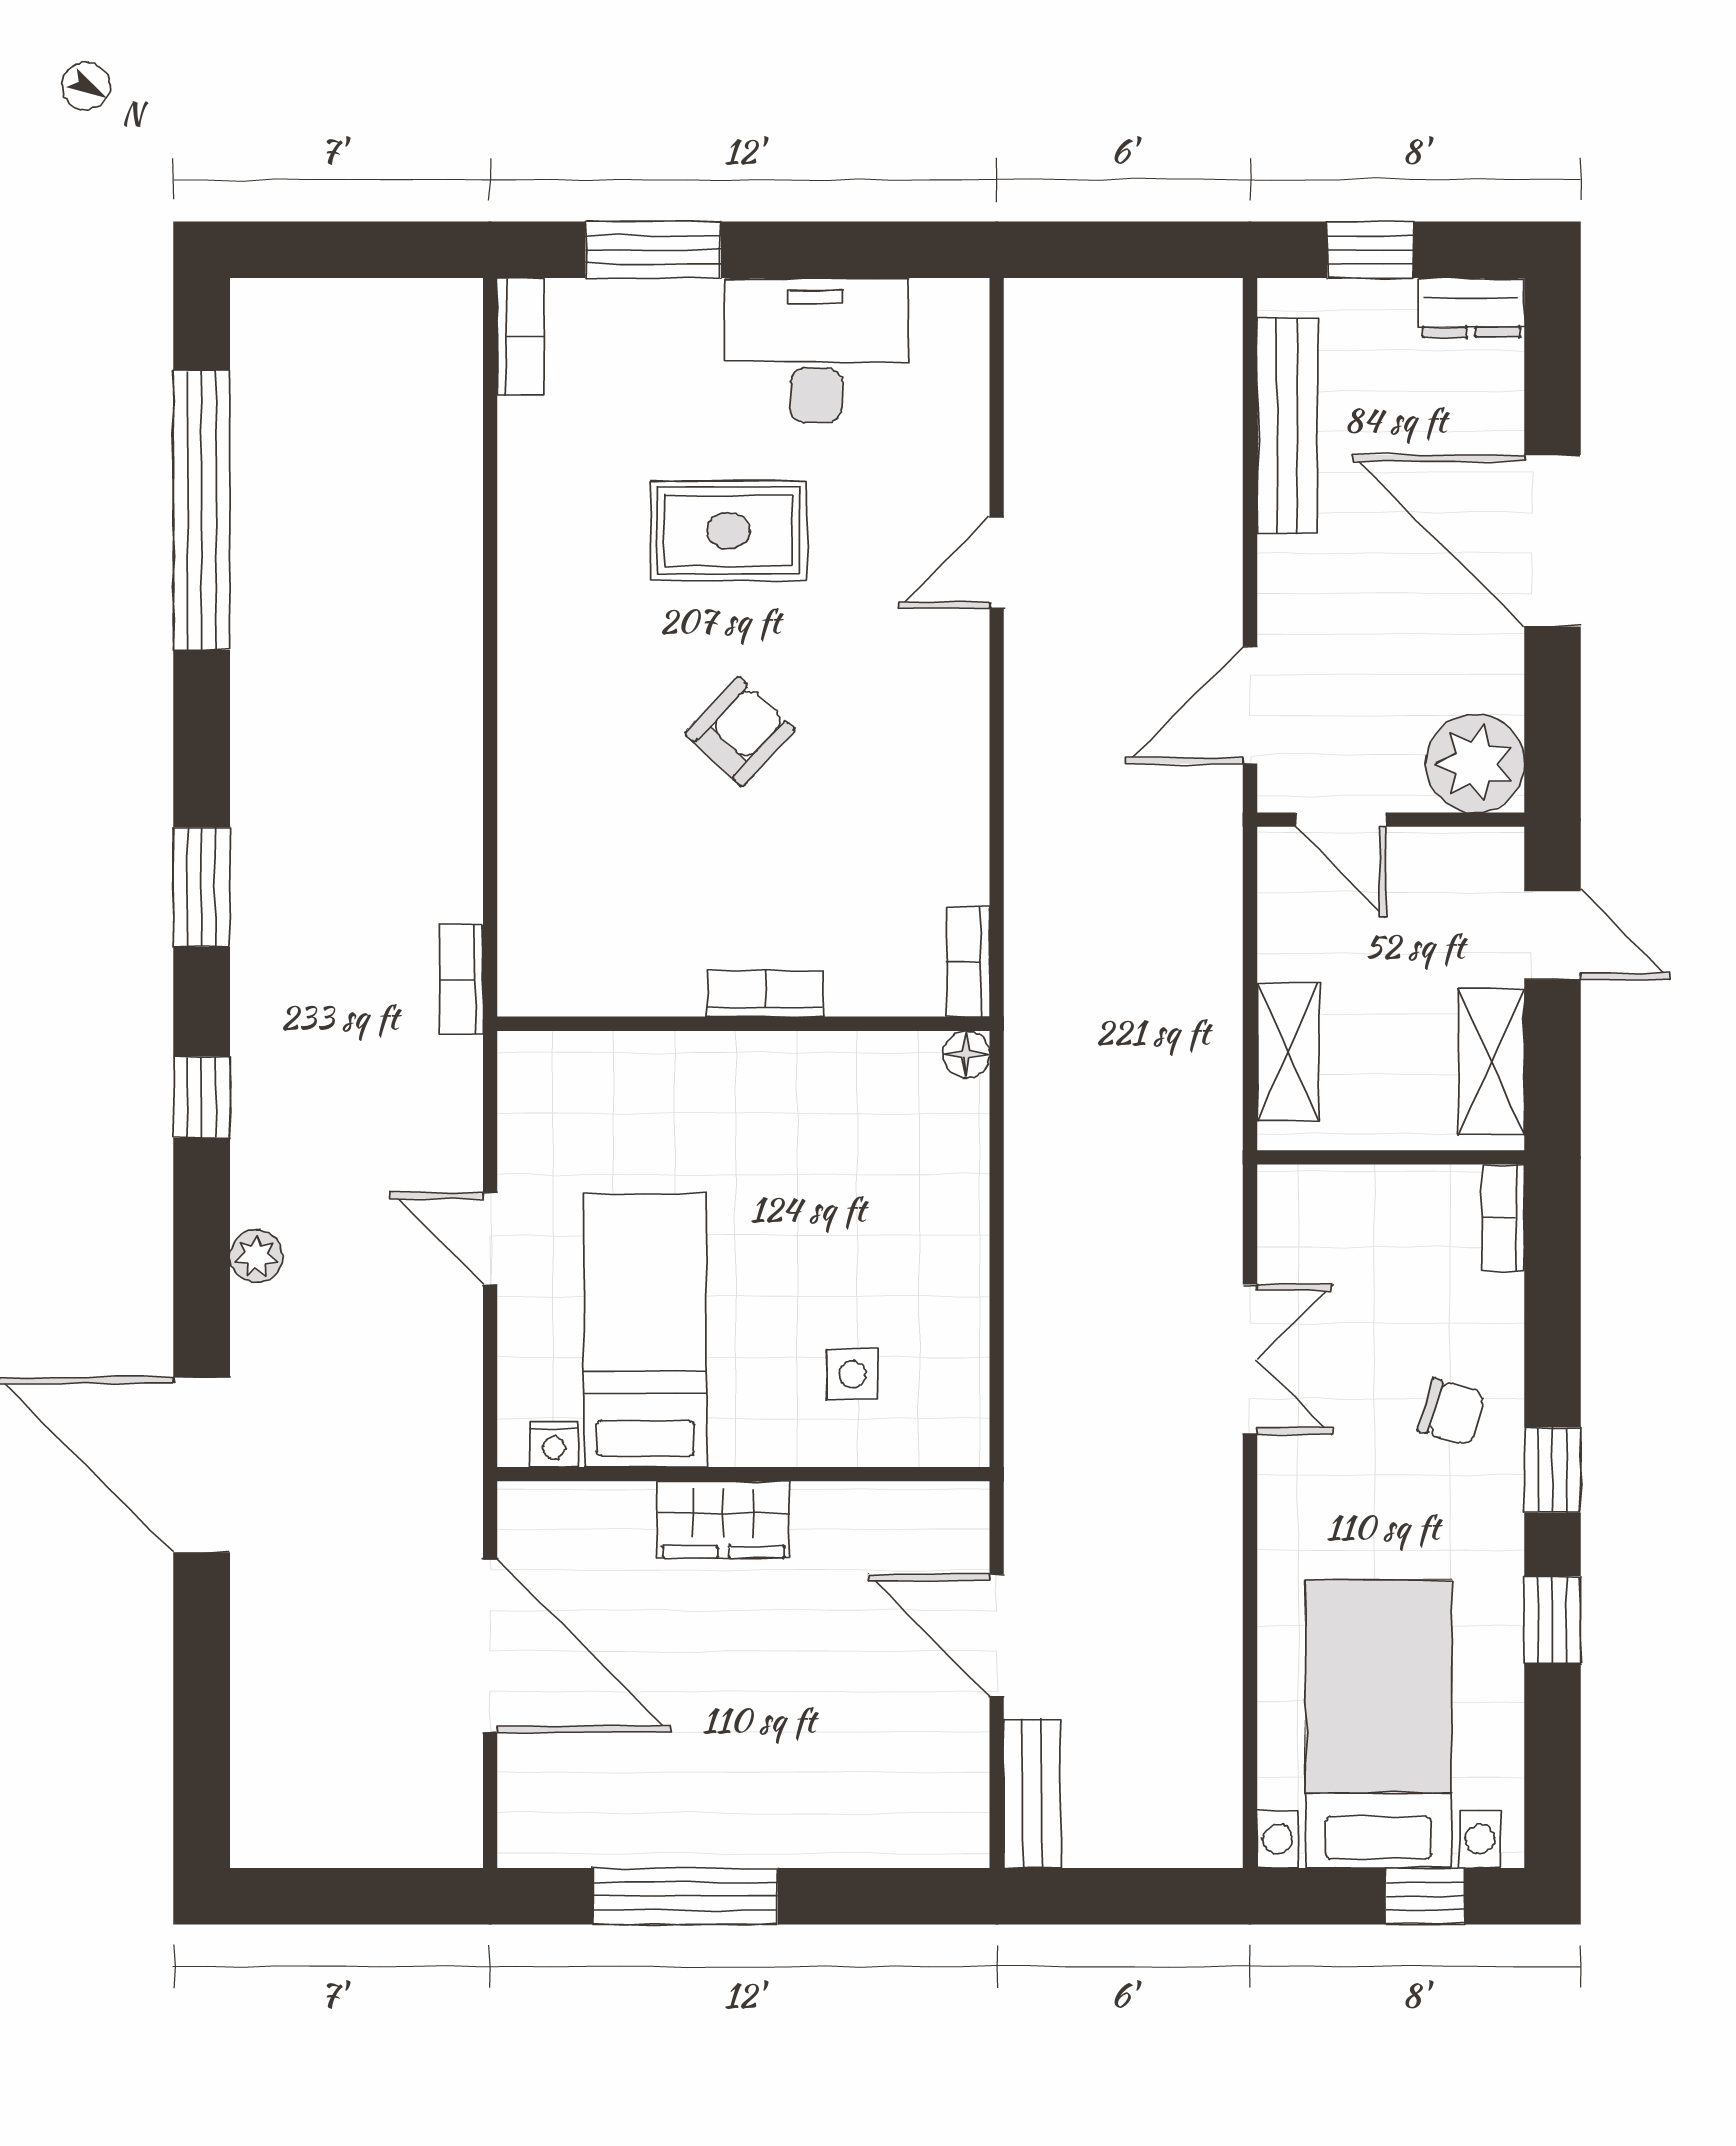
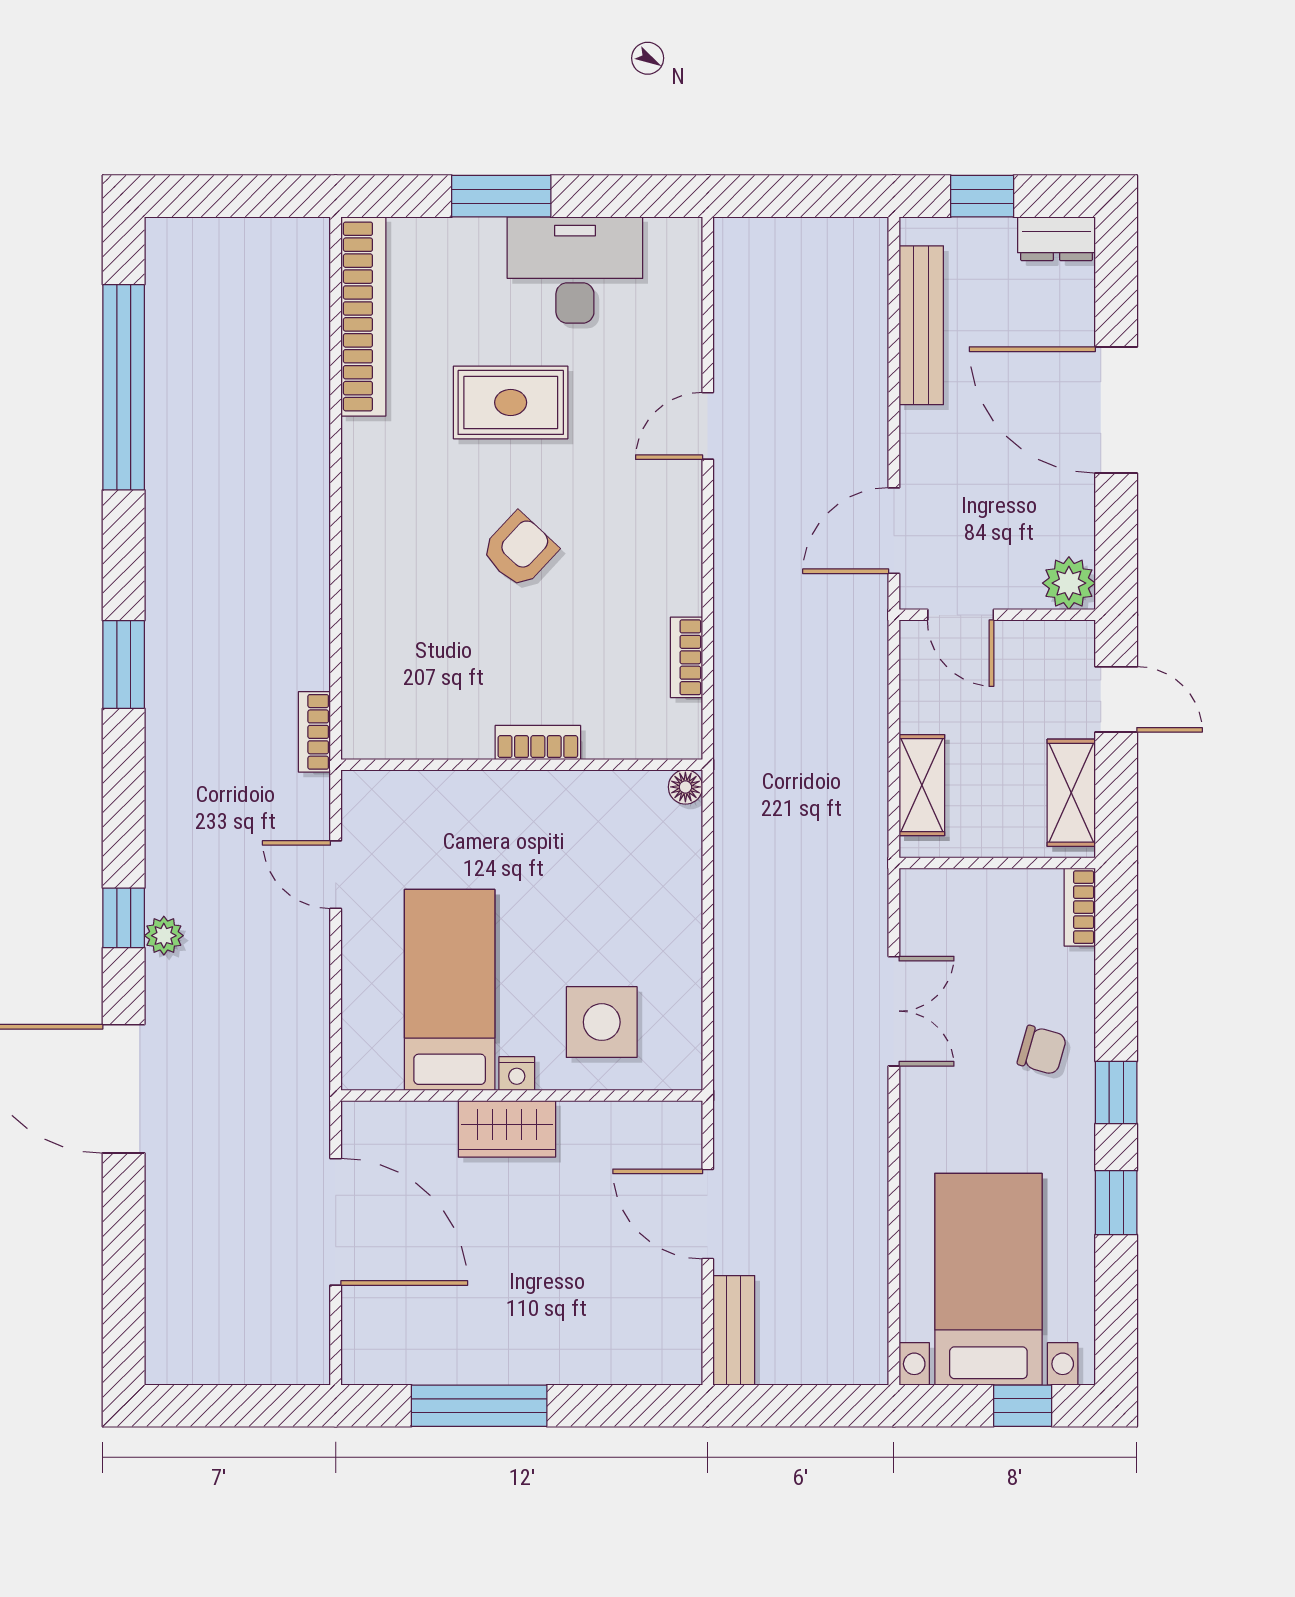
window: (653, 250) -> (501, 196), moved
bookcase: (521, 337) -> (363, 316), width x2.31, depth x1.31
plant: (1475, 763) -> (1069, 583), width x0.73, depth x0.73
bookcase: (968, 962) -> (686, 657), moved
window: (202, 1097) -> (124, 918), moved
door: (490, 1239) -> (336, 875), moved
side table: (852, 1374) -> (602, 1022), width x1.87, depth x1.87
nightstand: (554, 1444) -> (517, 1074), moved

